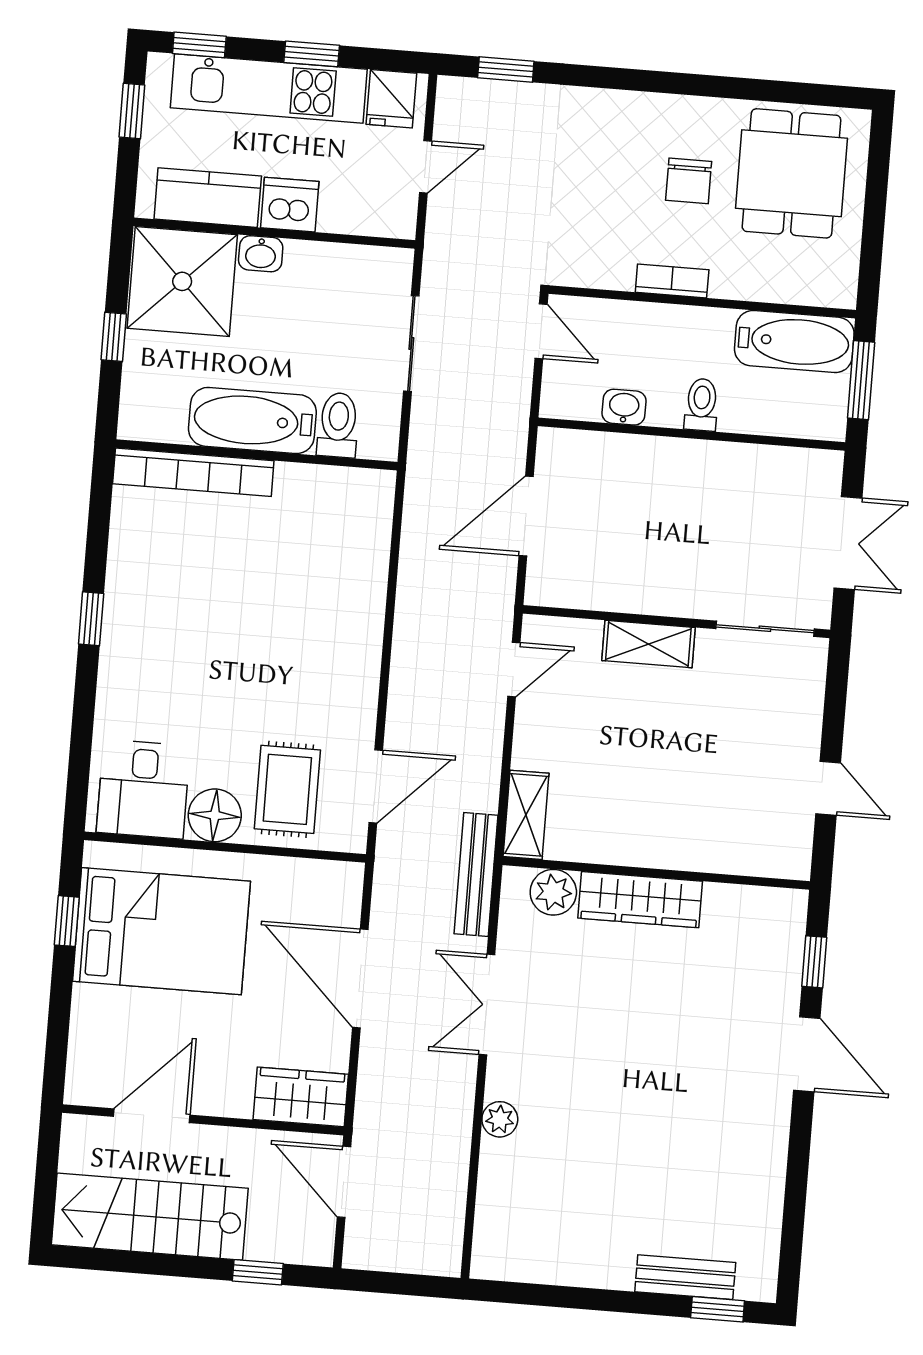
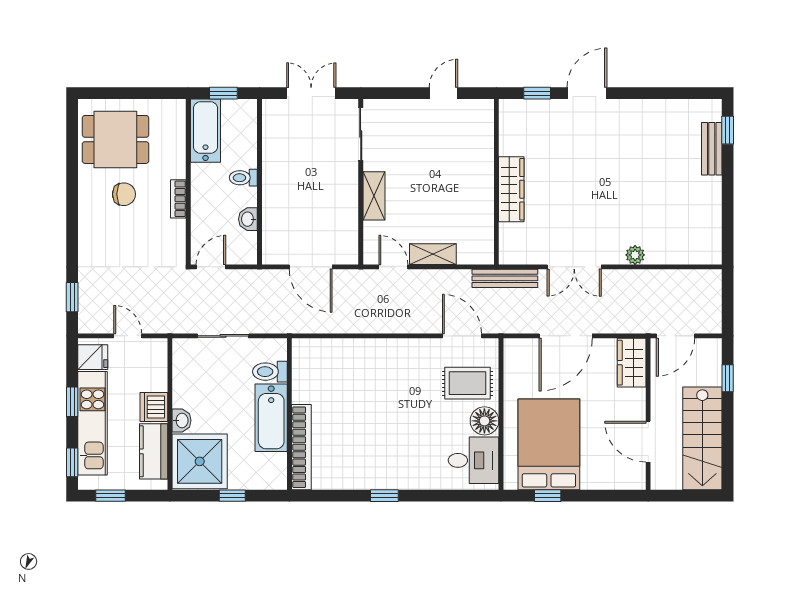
window: (861, 380) -> (223, 93), width x0.67
shelving: (526, 815) -> (433, 254), moved
plant: (553, 892) -> (511, 236), removed

